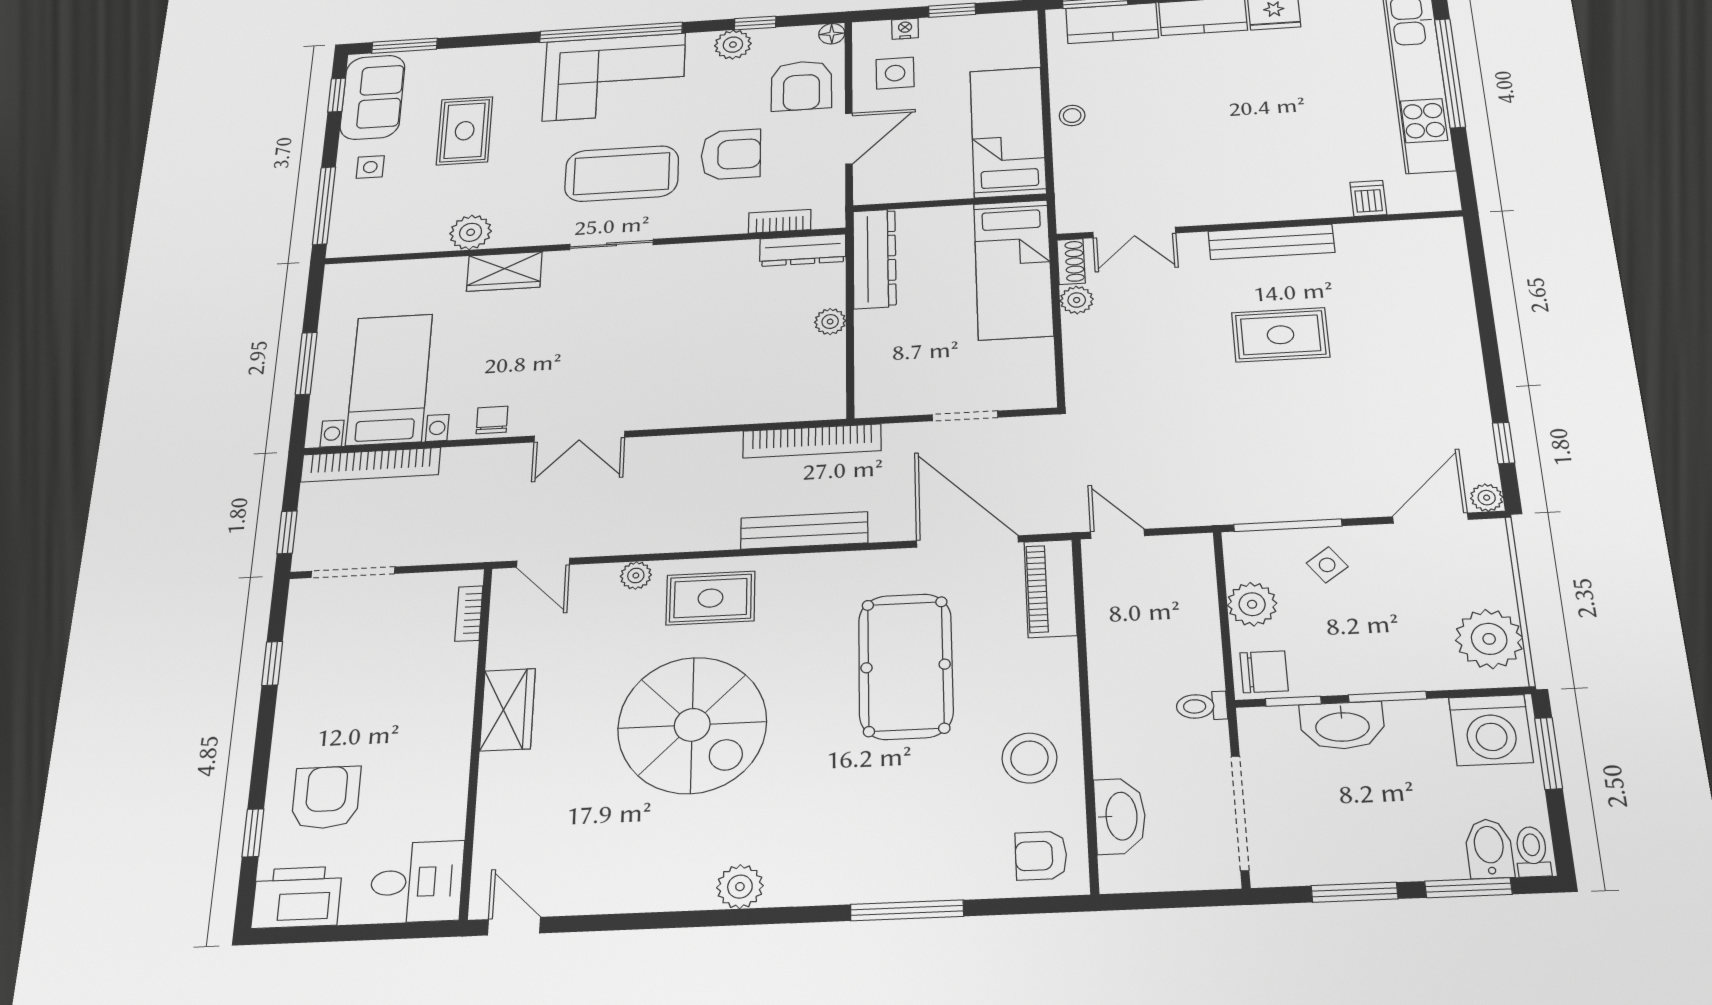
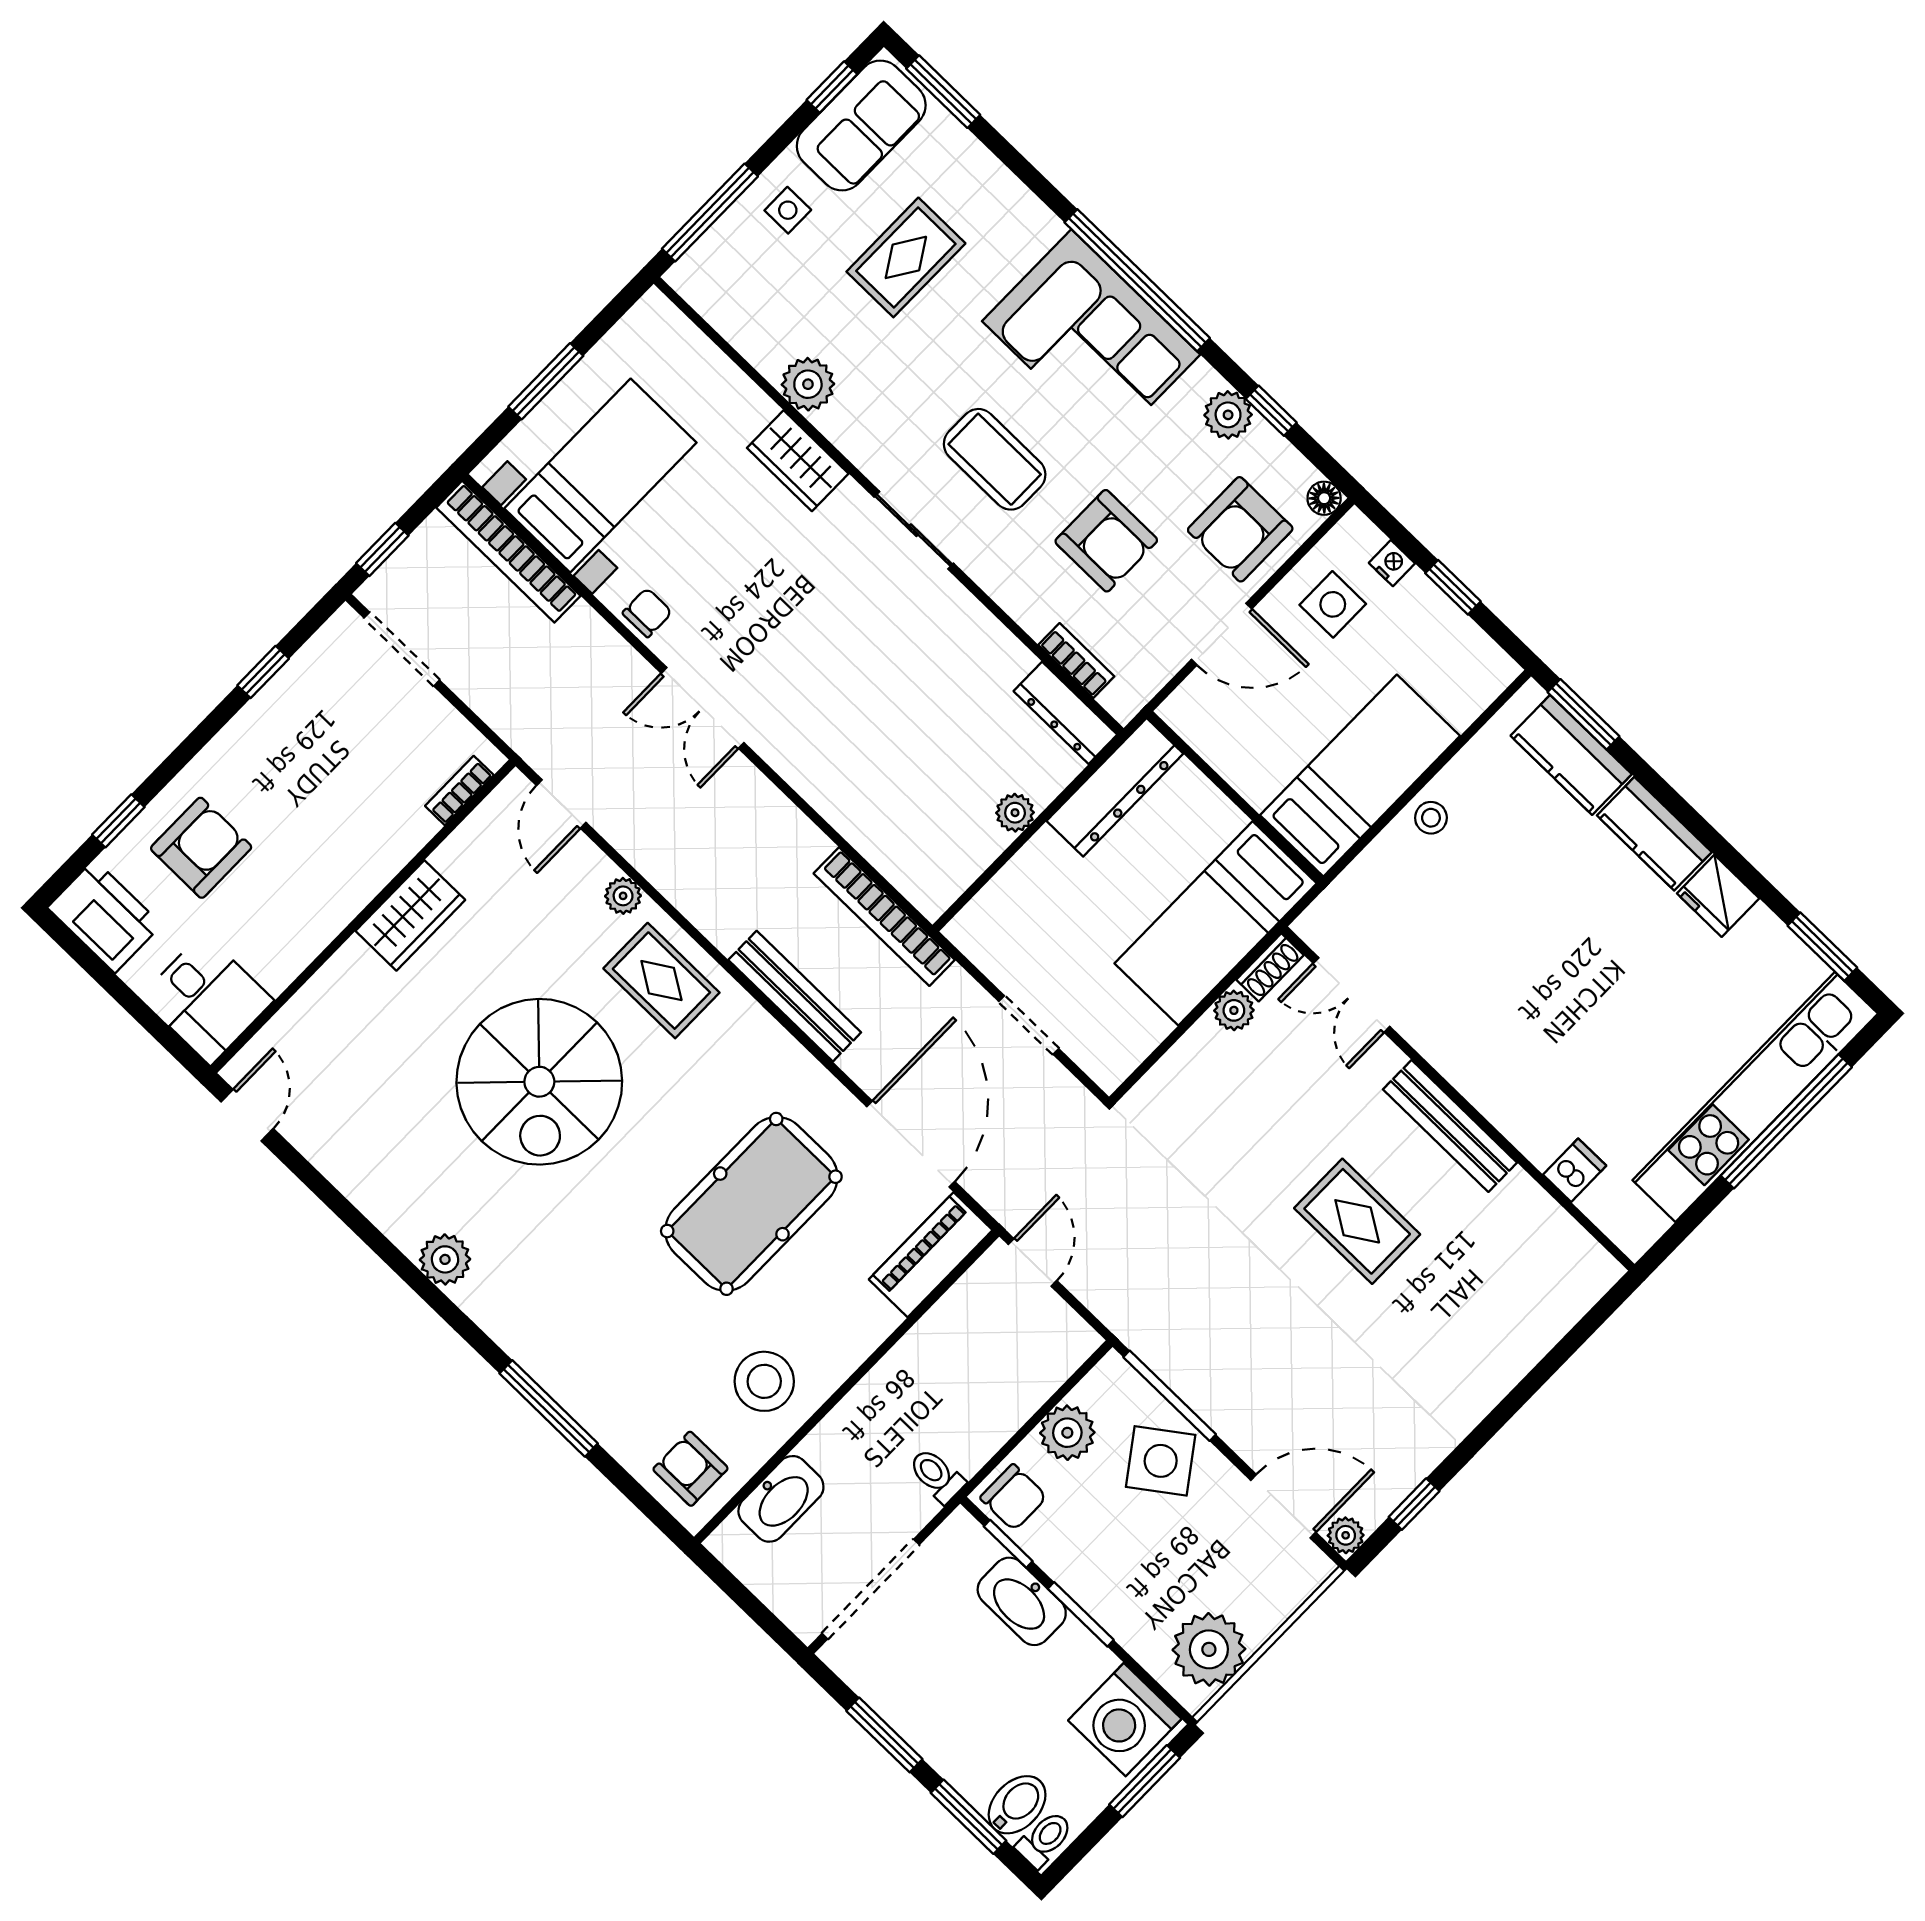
coffee table: (622, 174) -> (995, 459), width x0.73, depth x0.76
side table: (1327, 565) -> (1161, 1461), width x1.87, depth x1.87

